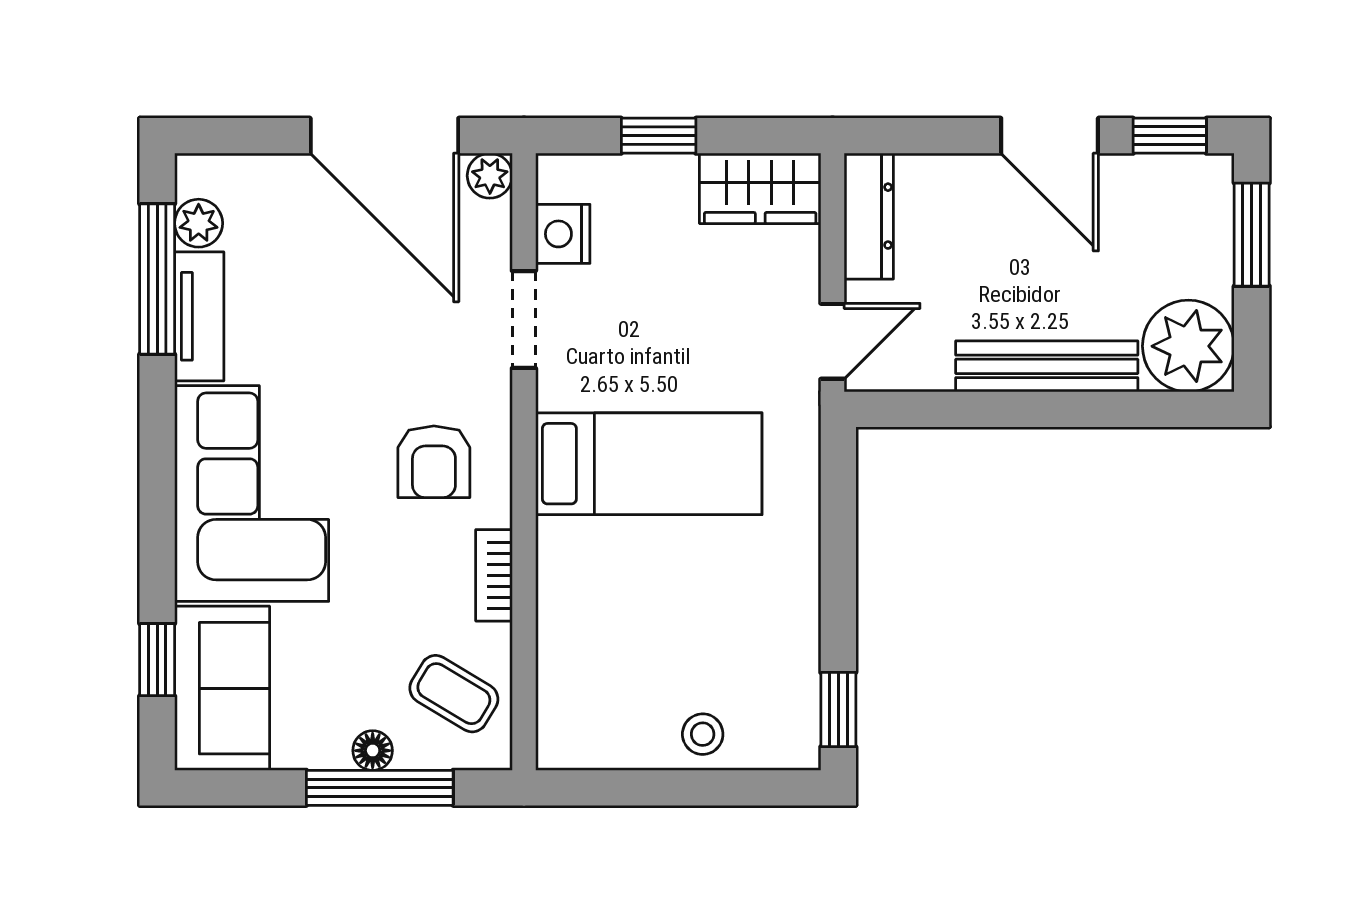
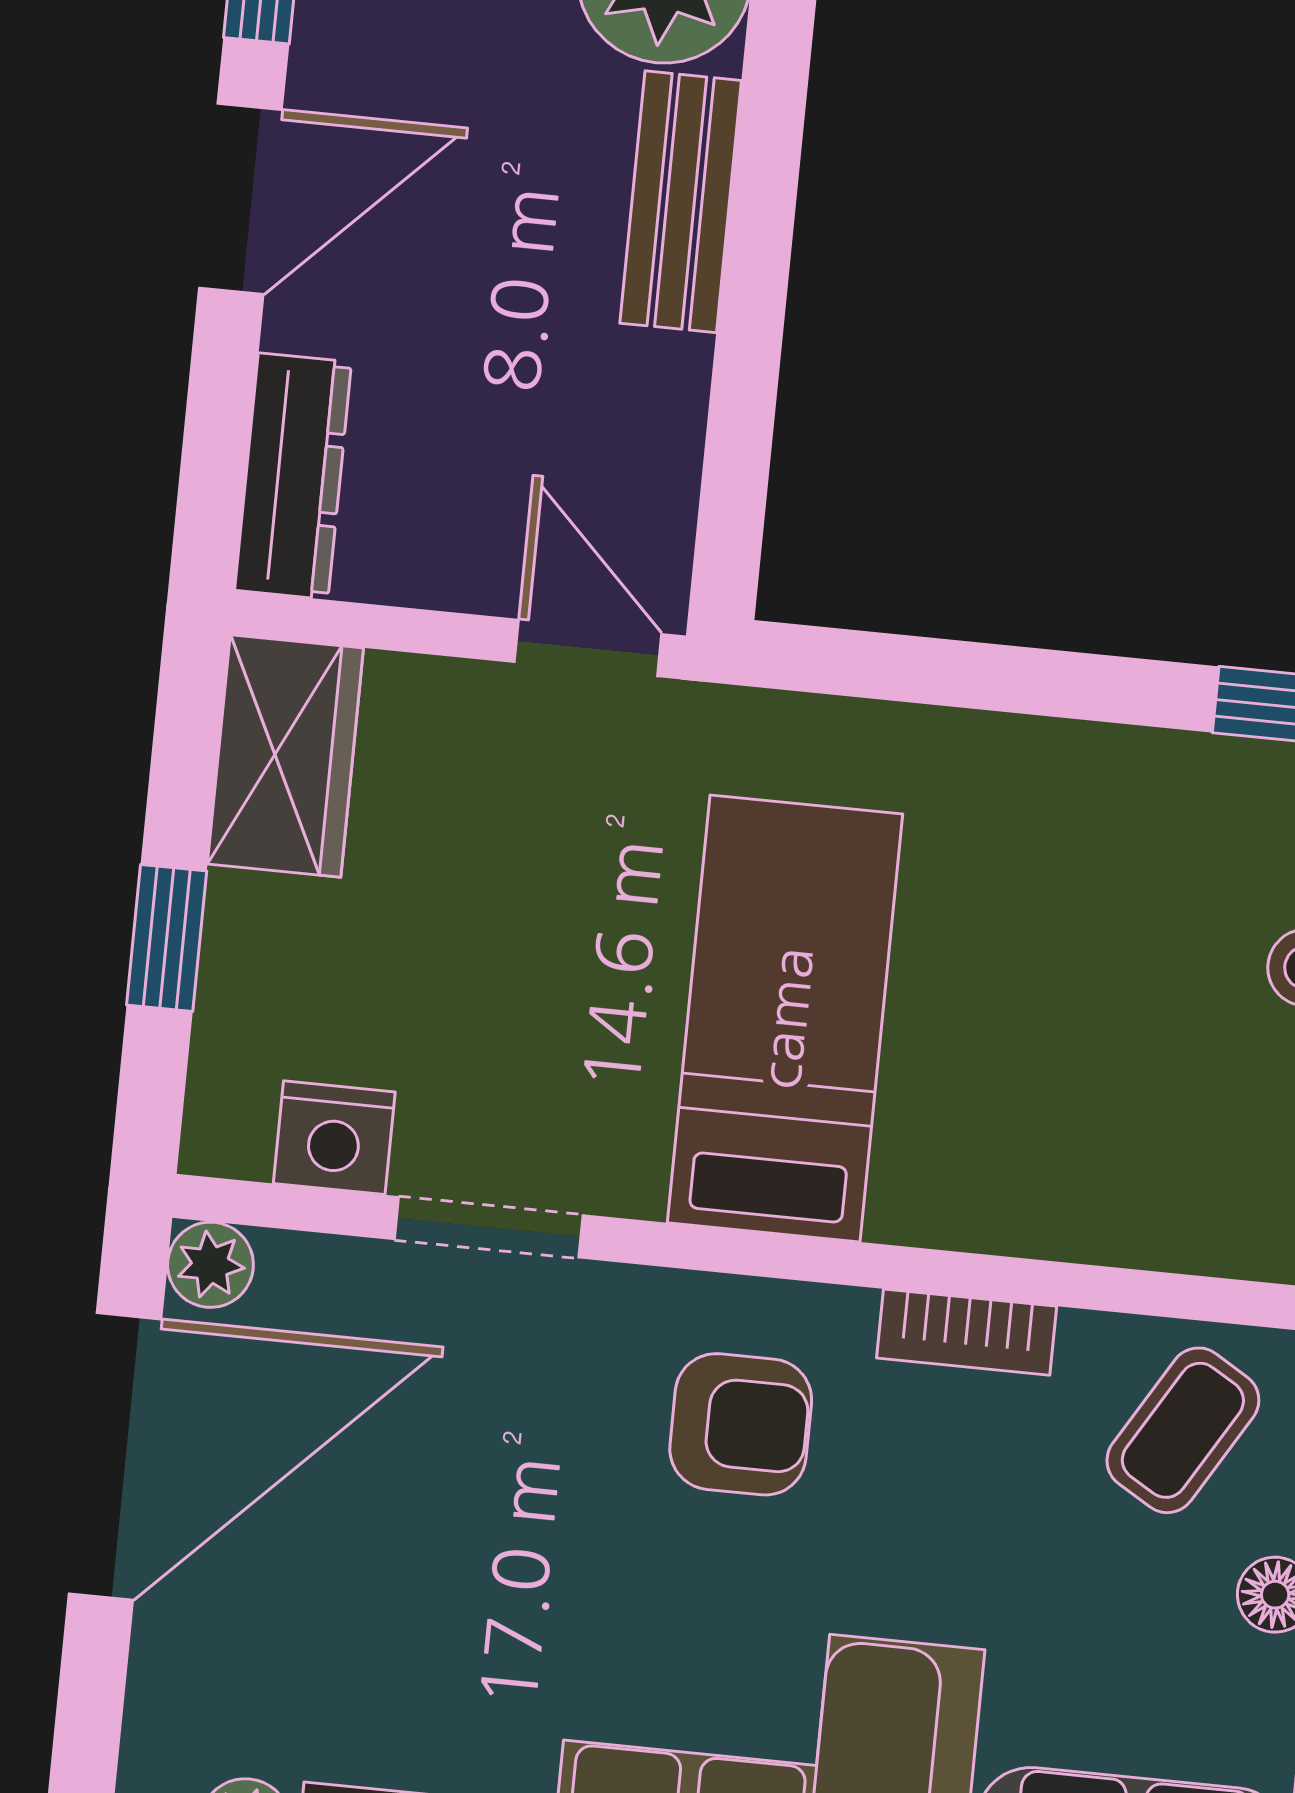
dresser: (869, 216) -> (293, 476), moved, turned 90
bench: (1047, 366) -> (681, 202), width x0.73

